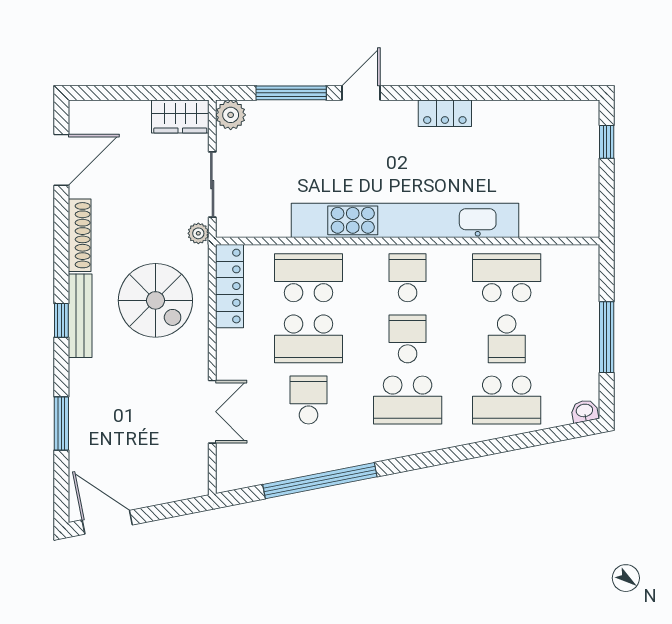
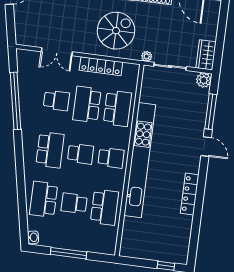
locker: (445, 113) -> (190, 194), width x1.53
locker: (229, 286) -> (101, 66), moved
spiral stairs: (155, 300) -> (116, 31), turned 180
school desk: (408, 400) -> (50, 150), turned 180

